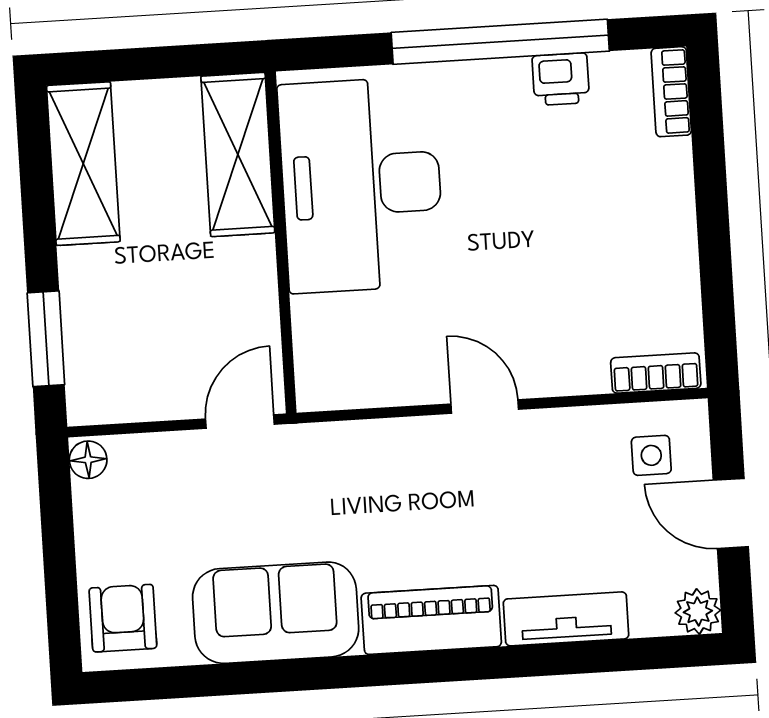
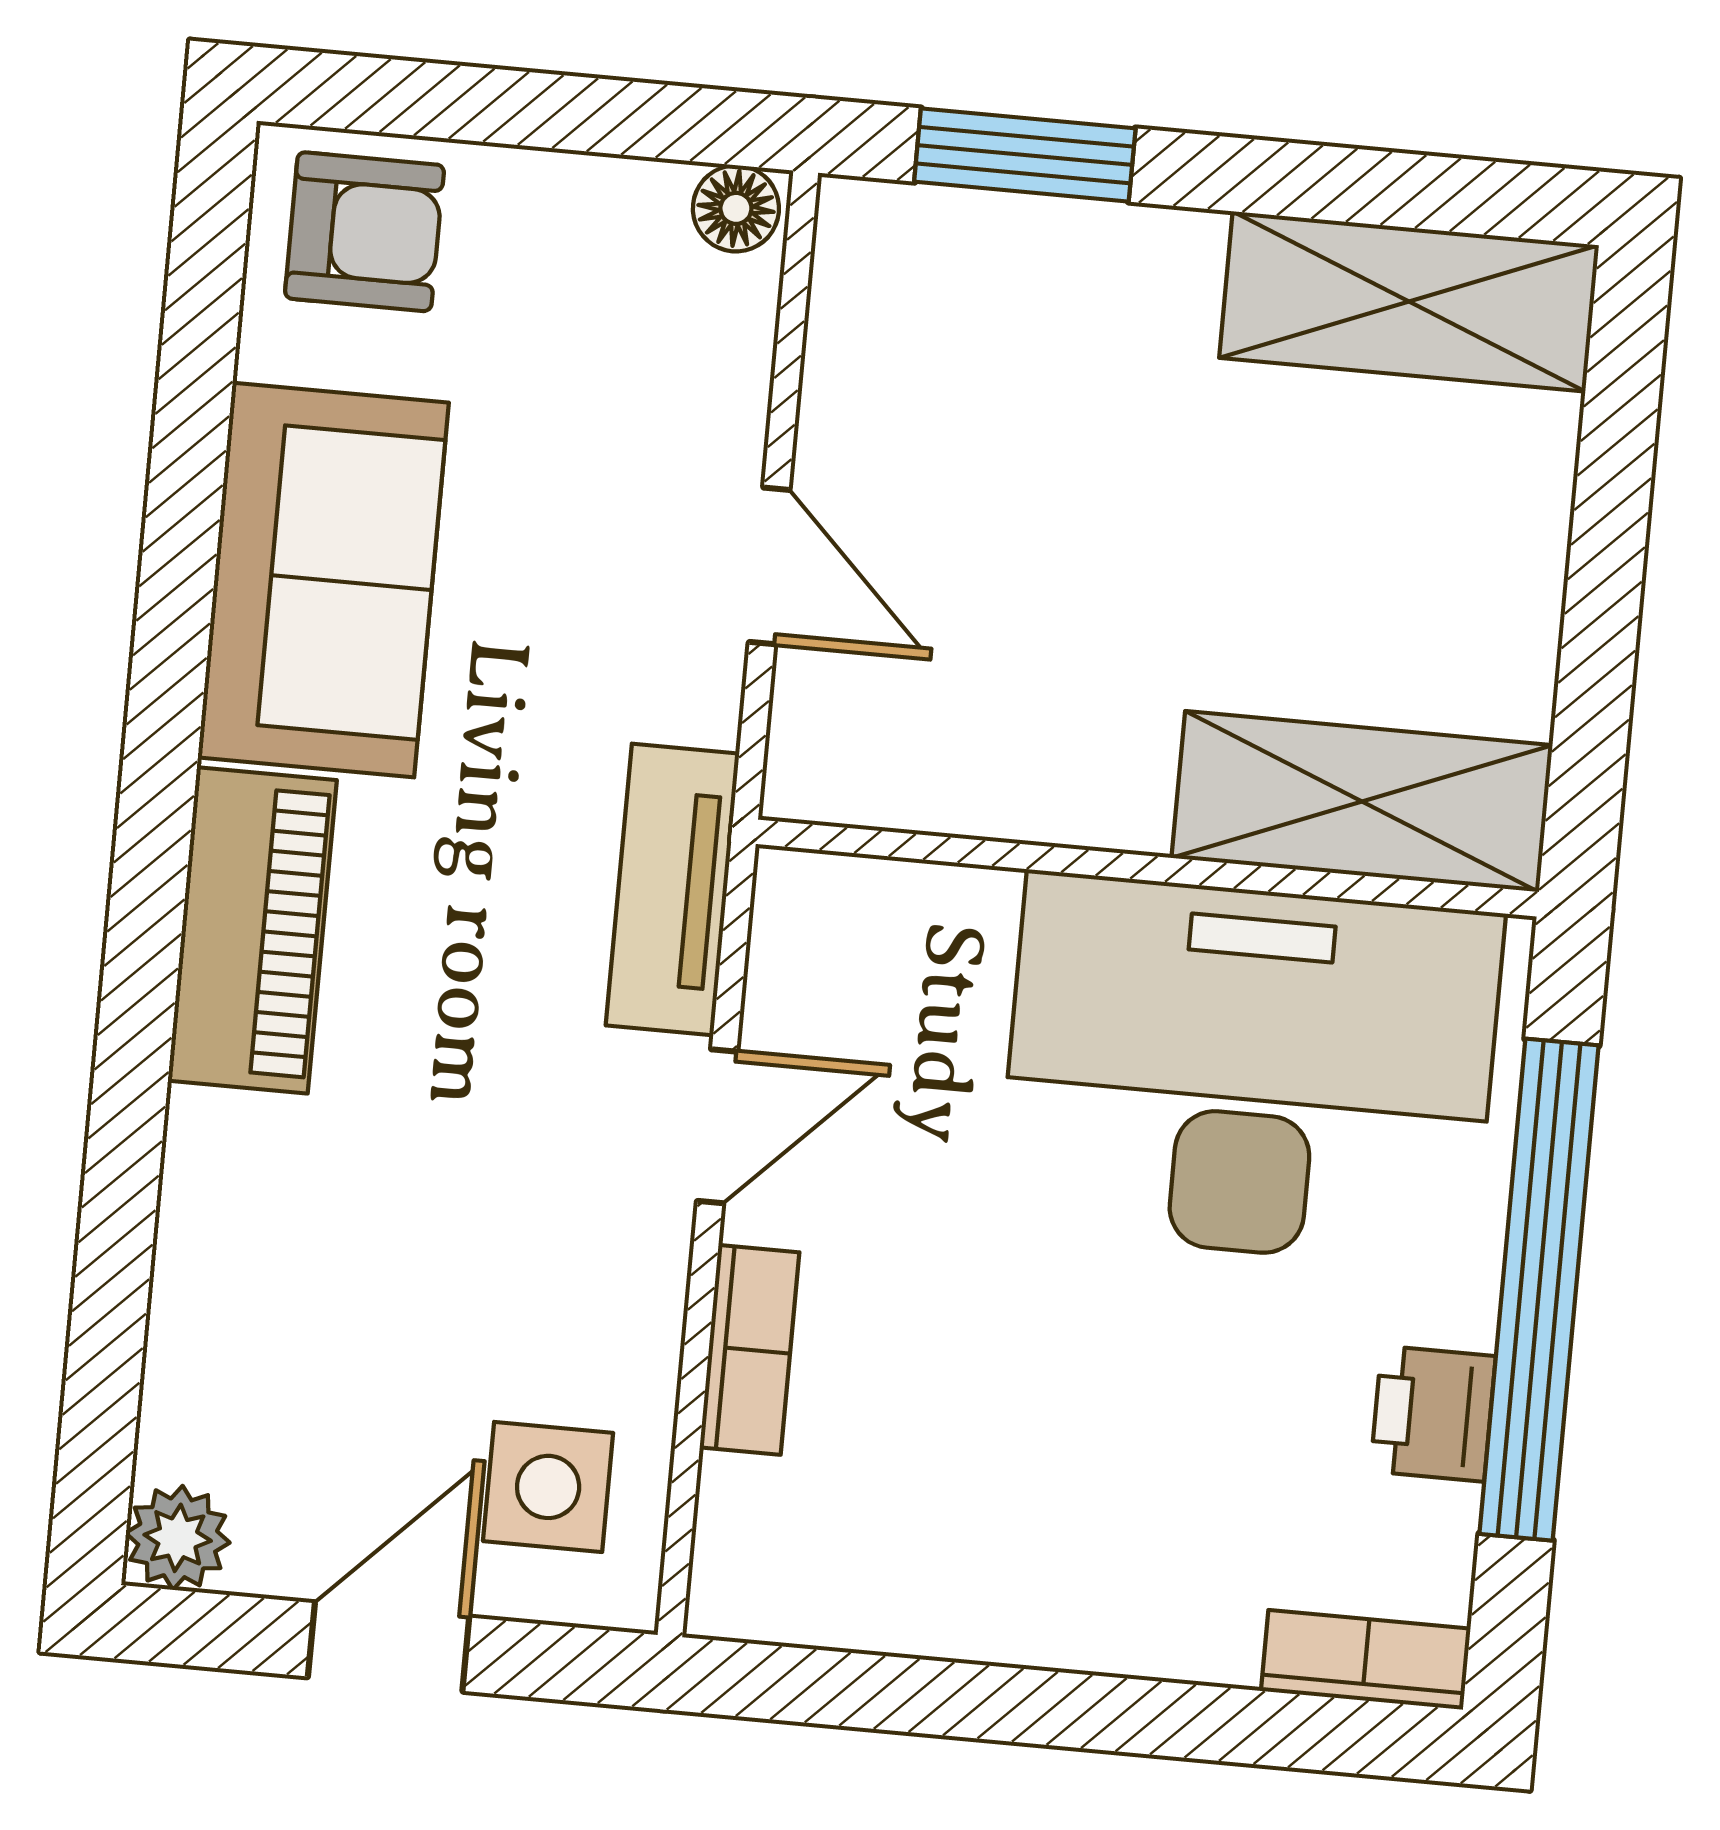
shelving: (238, 154) -> (1362, 801), moved
desk: (361, 185) -> (1250, 1071), moved
wall: (281, 242) -> (1147, 868), moved
bookcase: (656, 373) -> (750, 1350), moved
side table: (651, 455) -> (548, 1487), width x1.37, depth x1.37
tv unit: (566, 619) -> (673, 889), moved, turned 180

